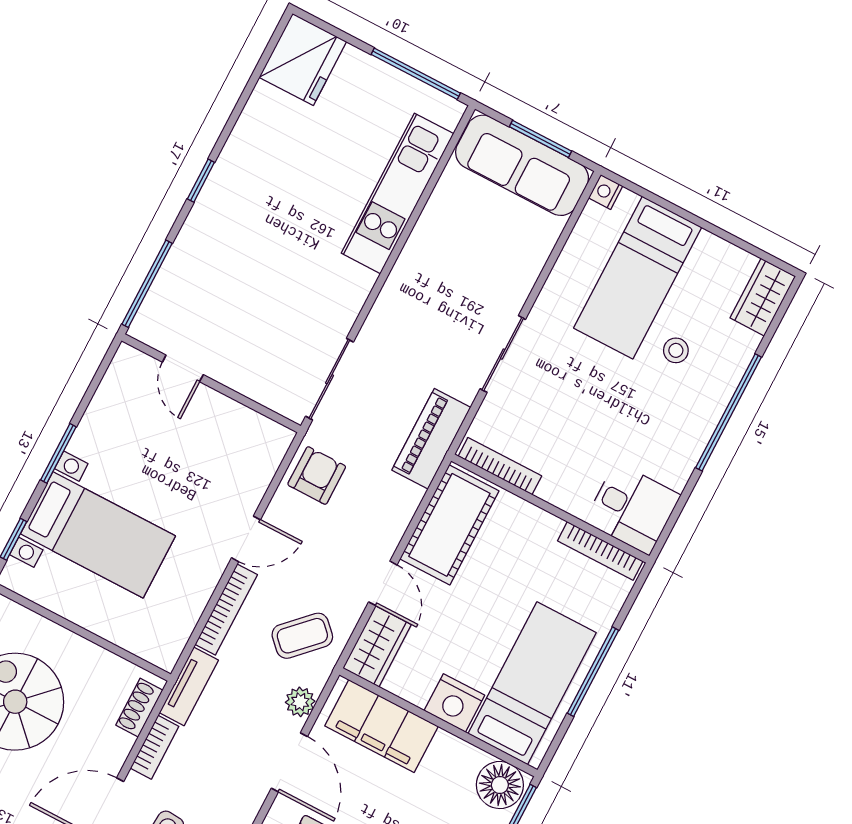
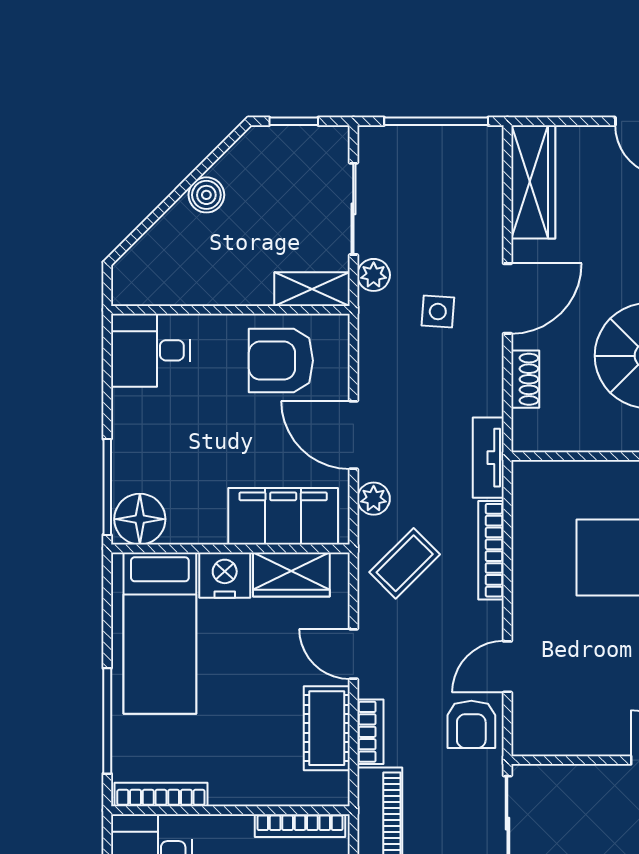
cot: (449, 525) -> (327, 728), width x0.73, depth x0.75
door: (246, 539) -> (507, 667), moved
wardrobe: (377, 646) -> (291, 574), moved, turned -90
window: (593, 672) -> (107, 721), moved
shoe rack: (139, 708) -> (525, 379), moved
bookcase: (155, 747) -> (370, 732), moved, turned 180

